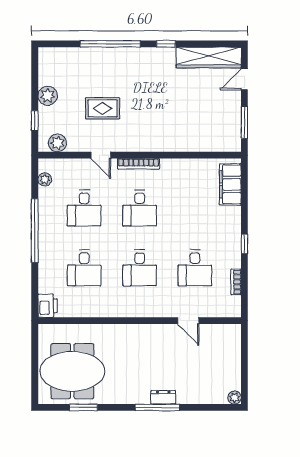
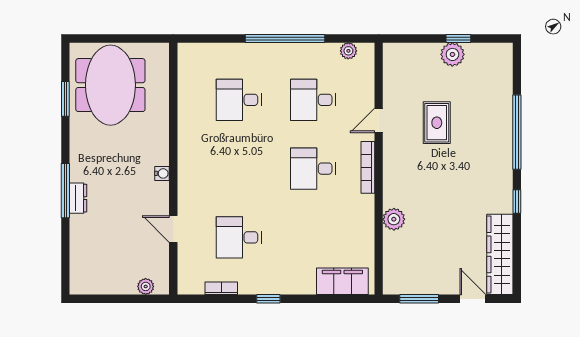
window: (35, 121) -> (458, 38), moved
plant: (57, 143) -> (394, 219), moved
desk: (140, 268) -> (239, 169), removed
printer: (48, 306) -> (192, 54), removed
door: (188, 321) -> (173, 229), hinge flipped
water cooler: (143, 330) -> (162, 173), added
plant: (235, 398) -> (146, 286), moved

